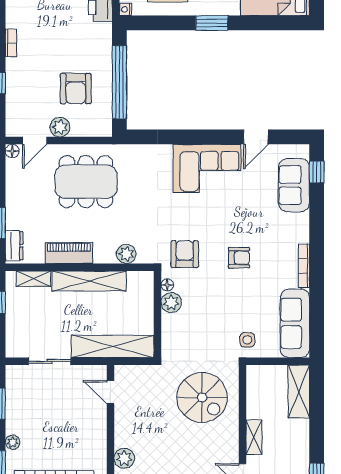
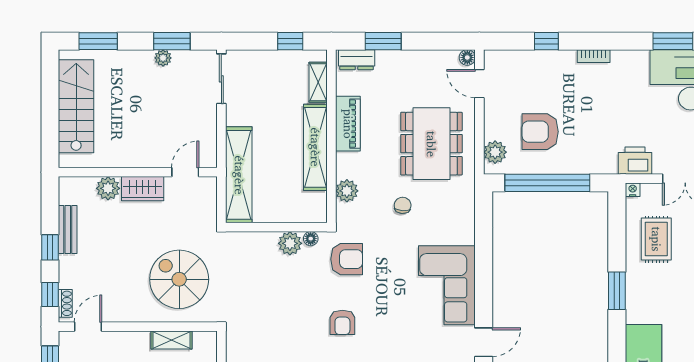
plant: (60, 127) -> (495, 152), moved
door: (256, 137) -> (484, 342), swing flipped
chair: (139, 206) -> (403, 205), added
side table: (247, 340) -> (246, 332), removed
sliding door: (50, 361) -> (221, 79), moved
spiral stairs: (202, 397) -> (179, 279), turned 90
wardrobe: (124, 429) -> (143, 189), added
shelving: (254, 437) -> (171, 340), moved
plant: (13, 442) -> (163, 58), moved

